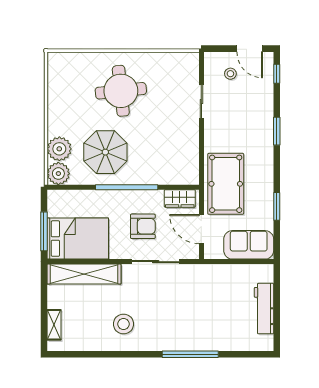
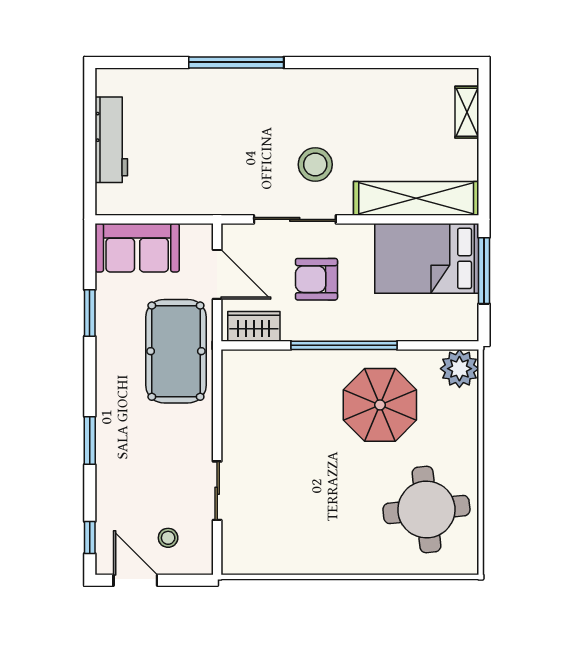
round table: (121, 91) -> (426, 509), moved
plant: (59, 149) -> (458, 410), removed
stool: (124, 324) -> (315, 164), moved

